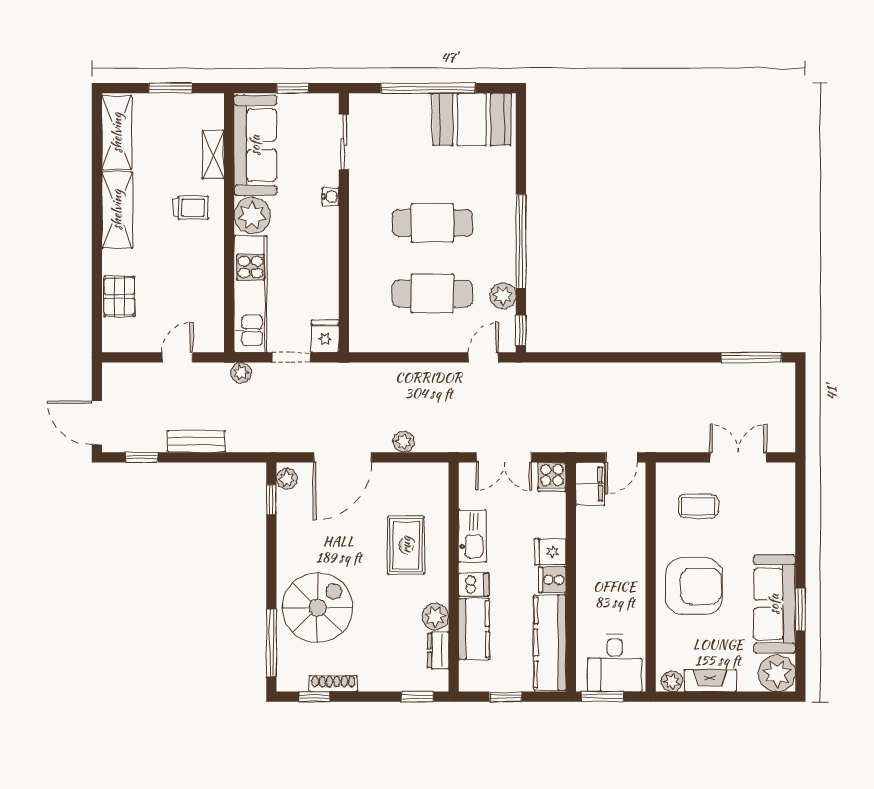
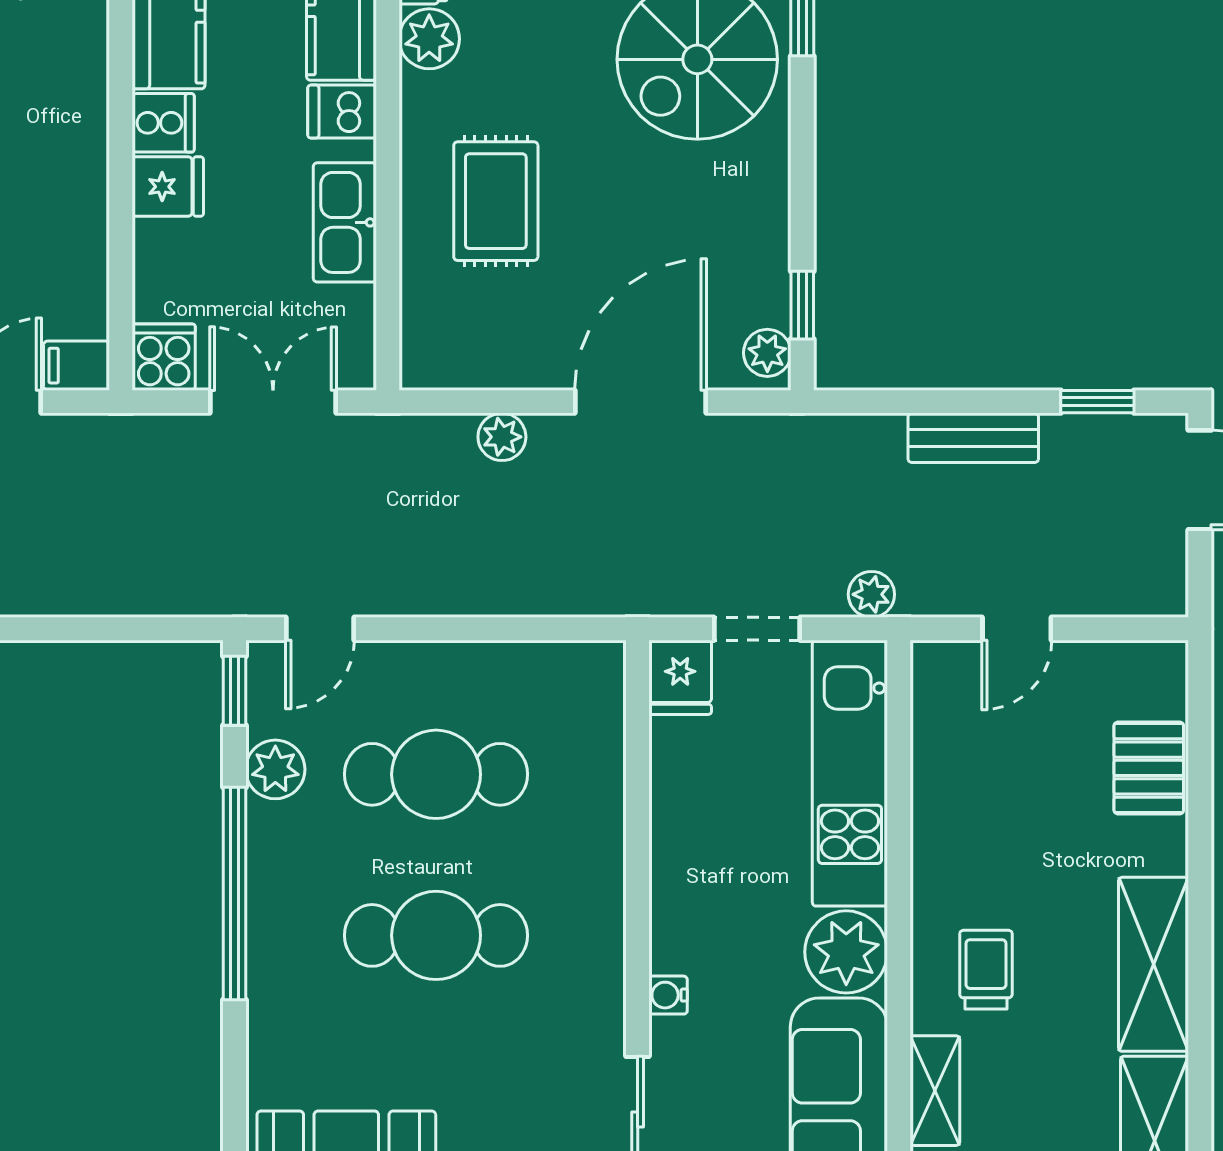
trolley: (191, 208) -> (986, 970), turned 90
filing cabinet: (590, 484) -> (77, 366), width x0.50

